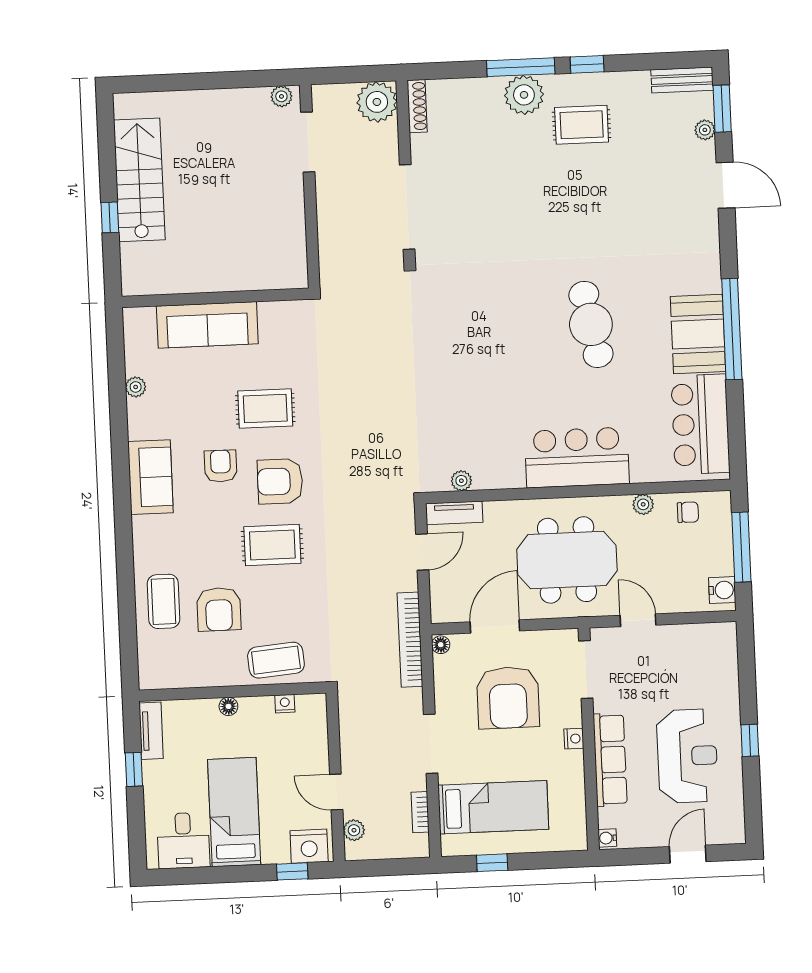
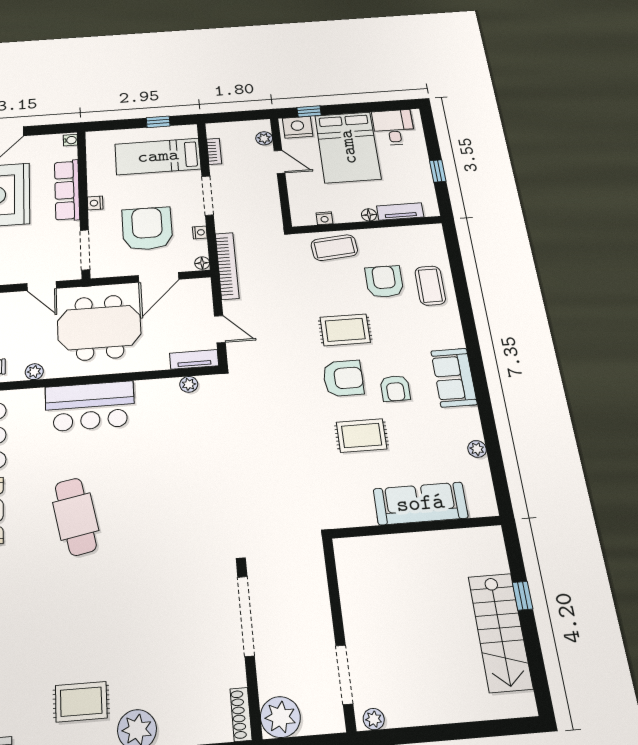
door: (422, 552) -> (220, 329), swing flipped
nightstand: (442, 689) -> (200, 232), added
tv unit: (151, 731) -> (400, 212), moved, turned 90
bed: (234, 812) -> (348, 147), width x1.50

